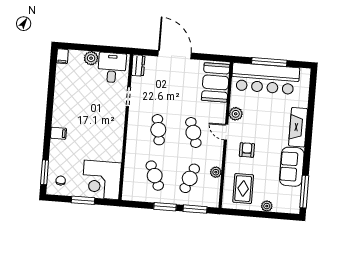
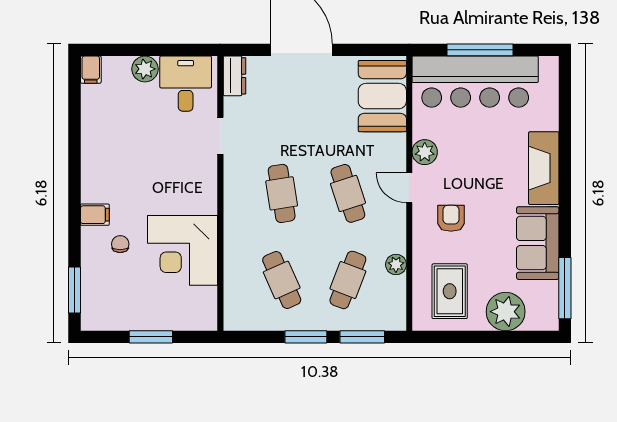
chair: (61, 180) -> (120, 244), moved
corner desk: (102, 180) -> (183, 250), moved
plant: (267, 206) -> (506, 312), width x1.88, depth x1.88

